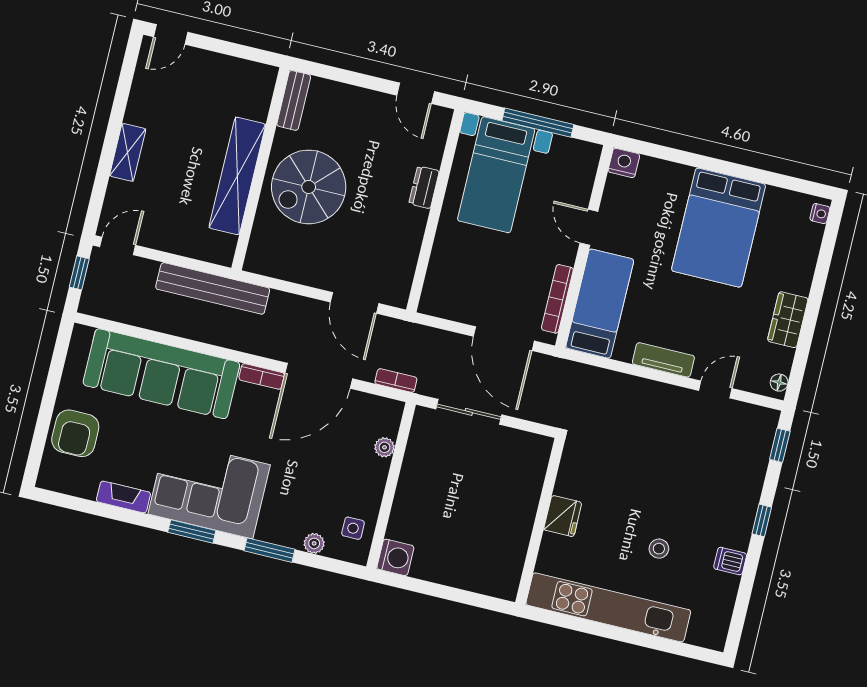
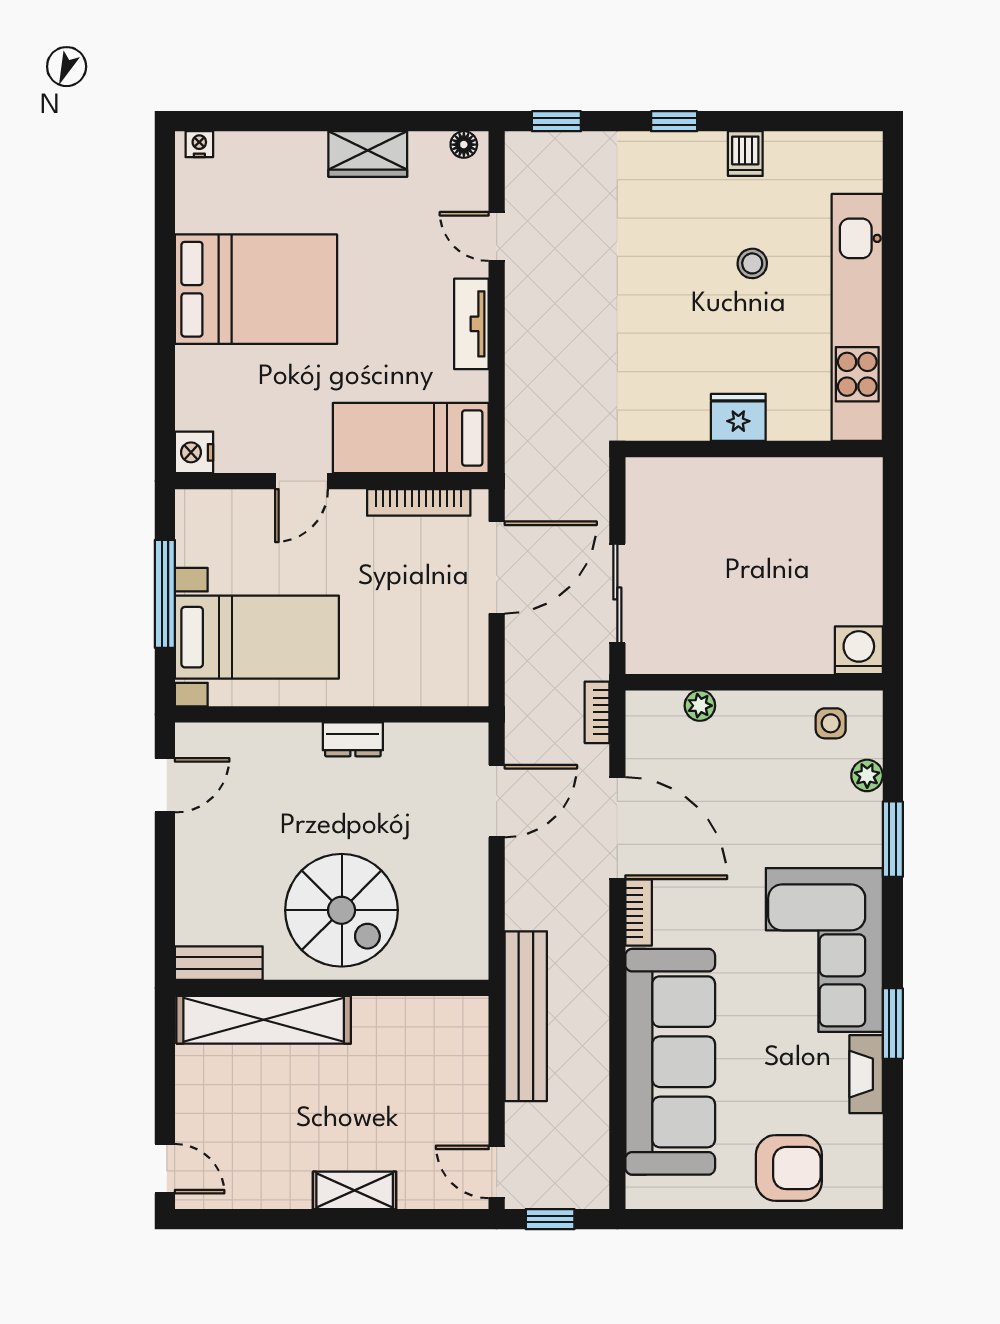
shelving: (237, 176) -> (264, 1020), moved
dresser: (424, 187) -> (353, 739), moved
window: (192, 531) -> (893, 1023), moved

